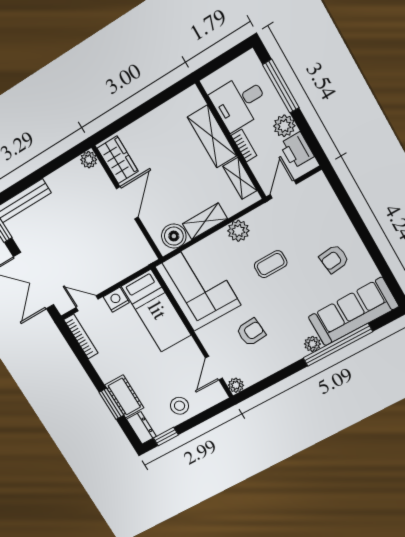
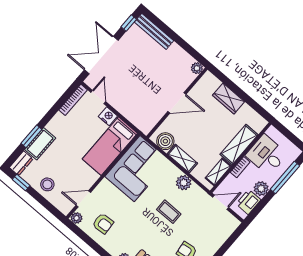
wardrobe: (118, 160) -> (228, 99), moved, turned 90
armchair: (251, 332) -> (103, 224), moved

